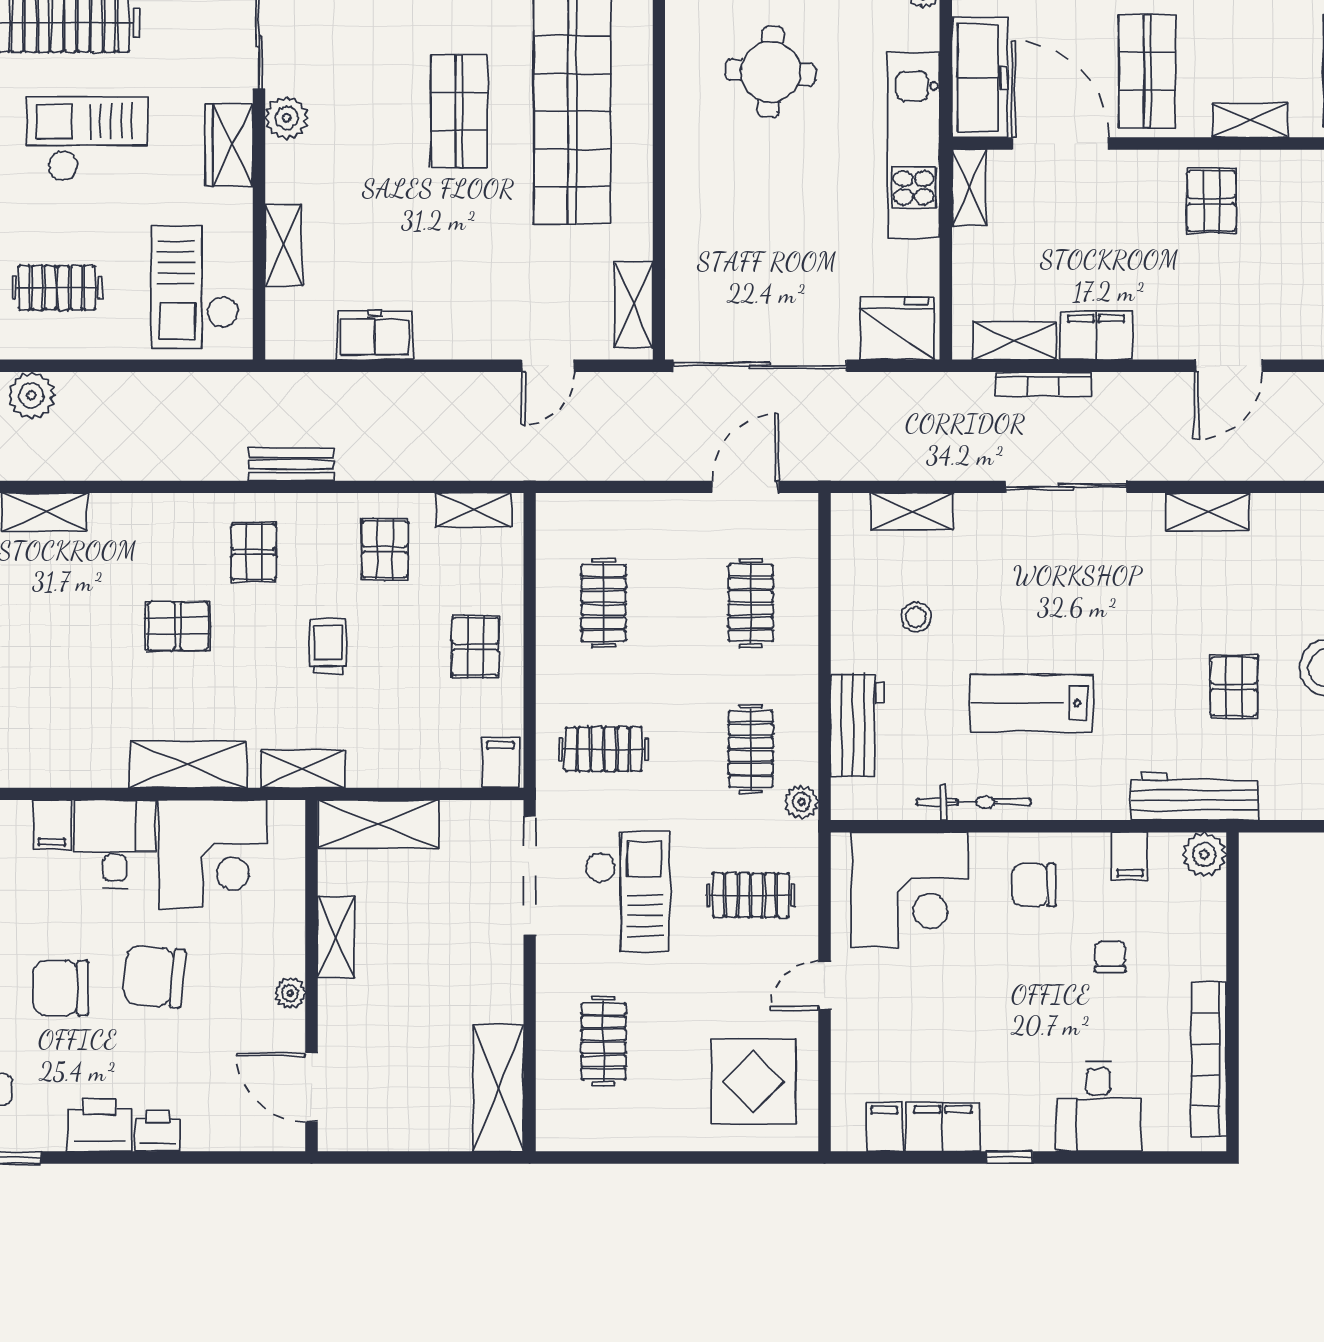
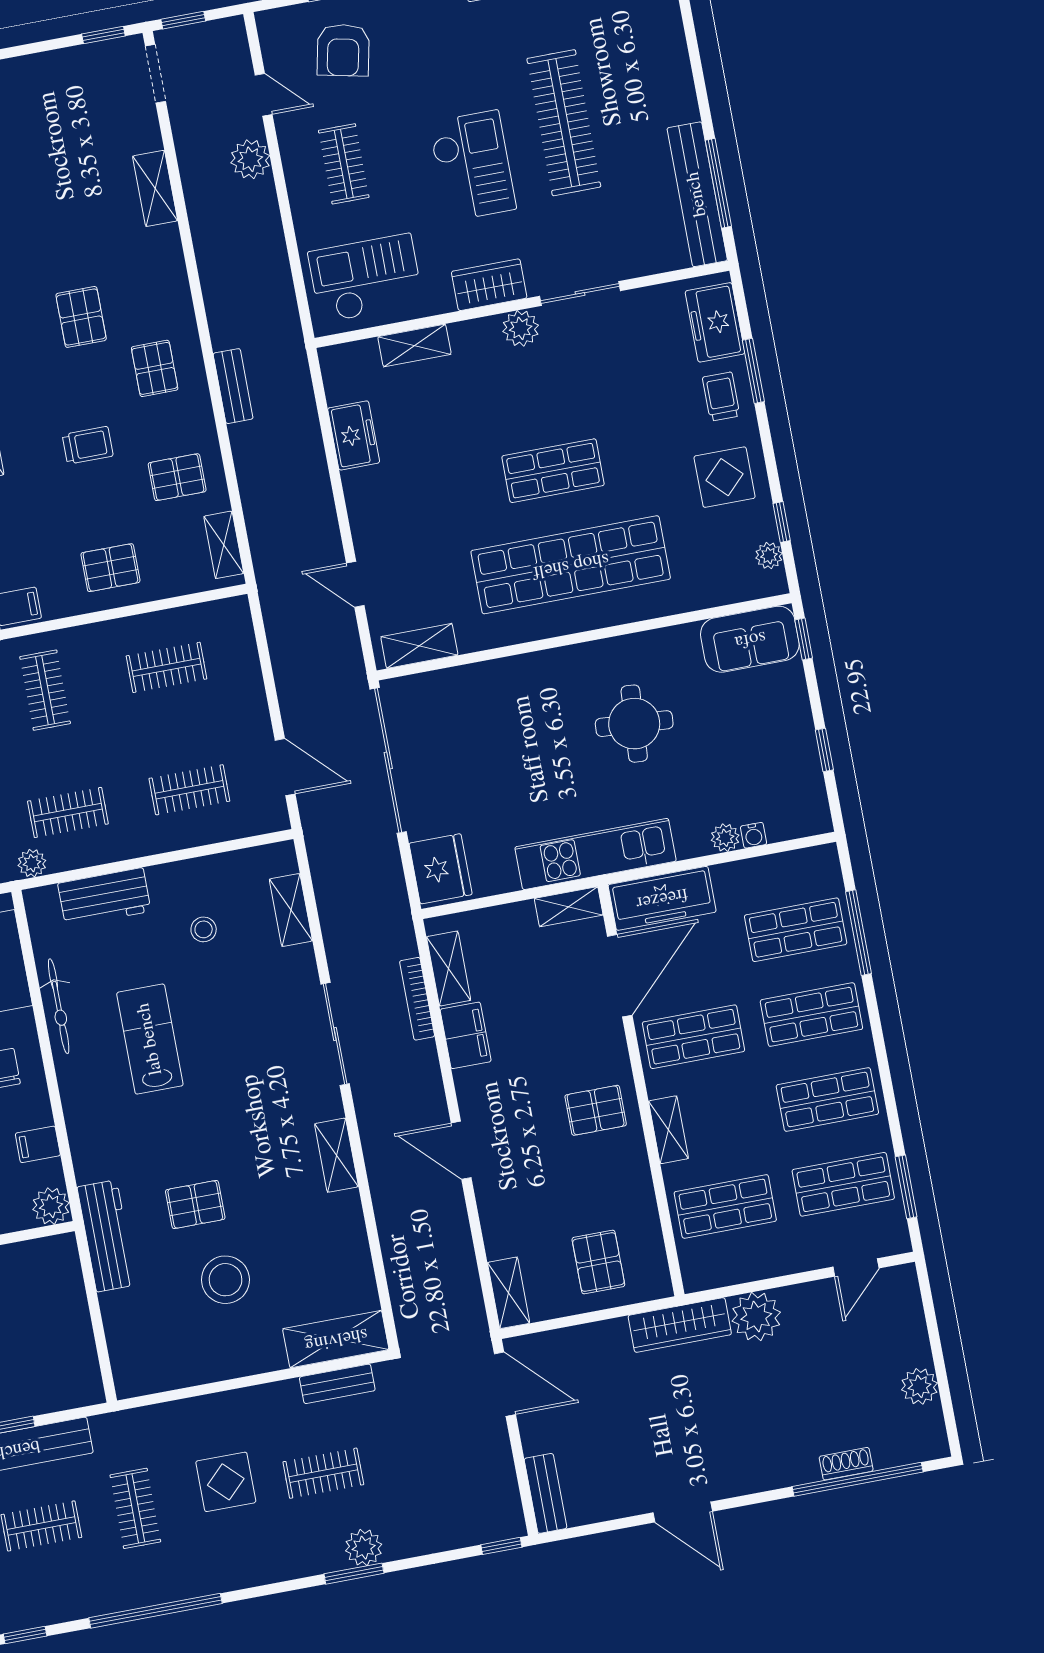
pallet: (254, 552) -> (155, 368), turned 90
workbench: (1195, 796) -> (107, 1236), moved

